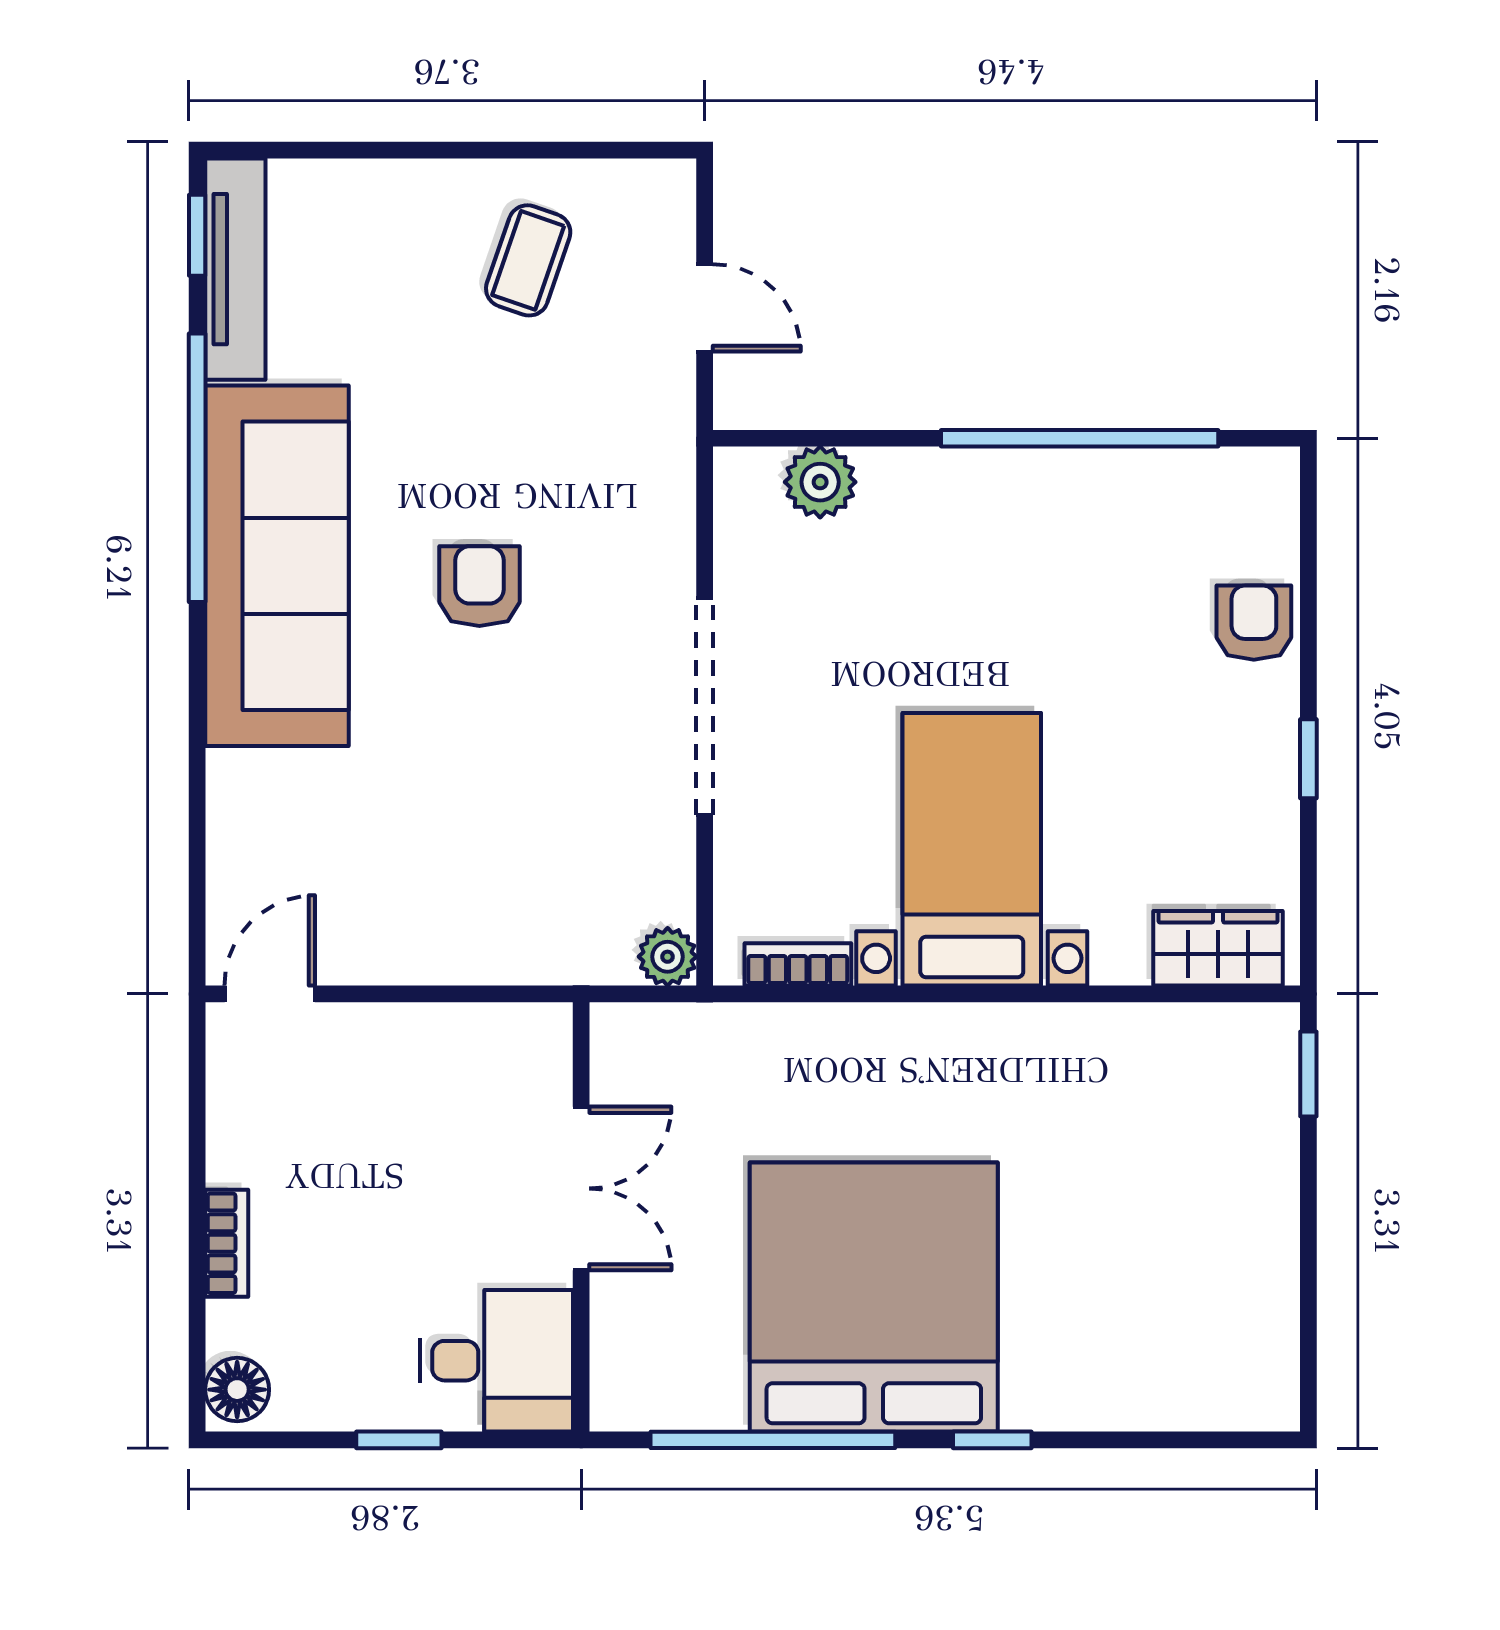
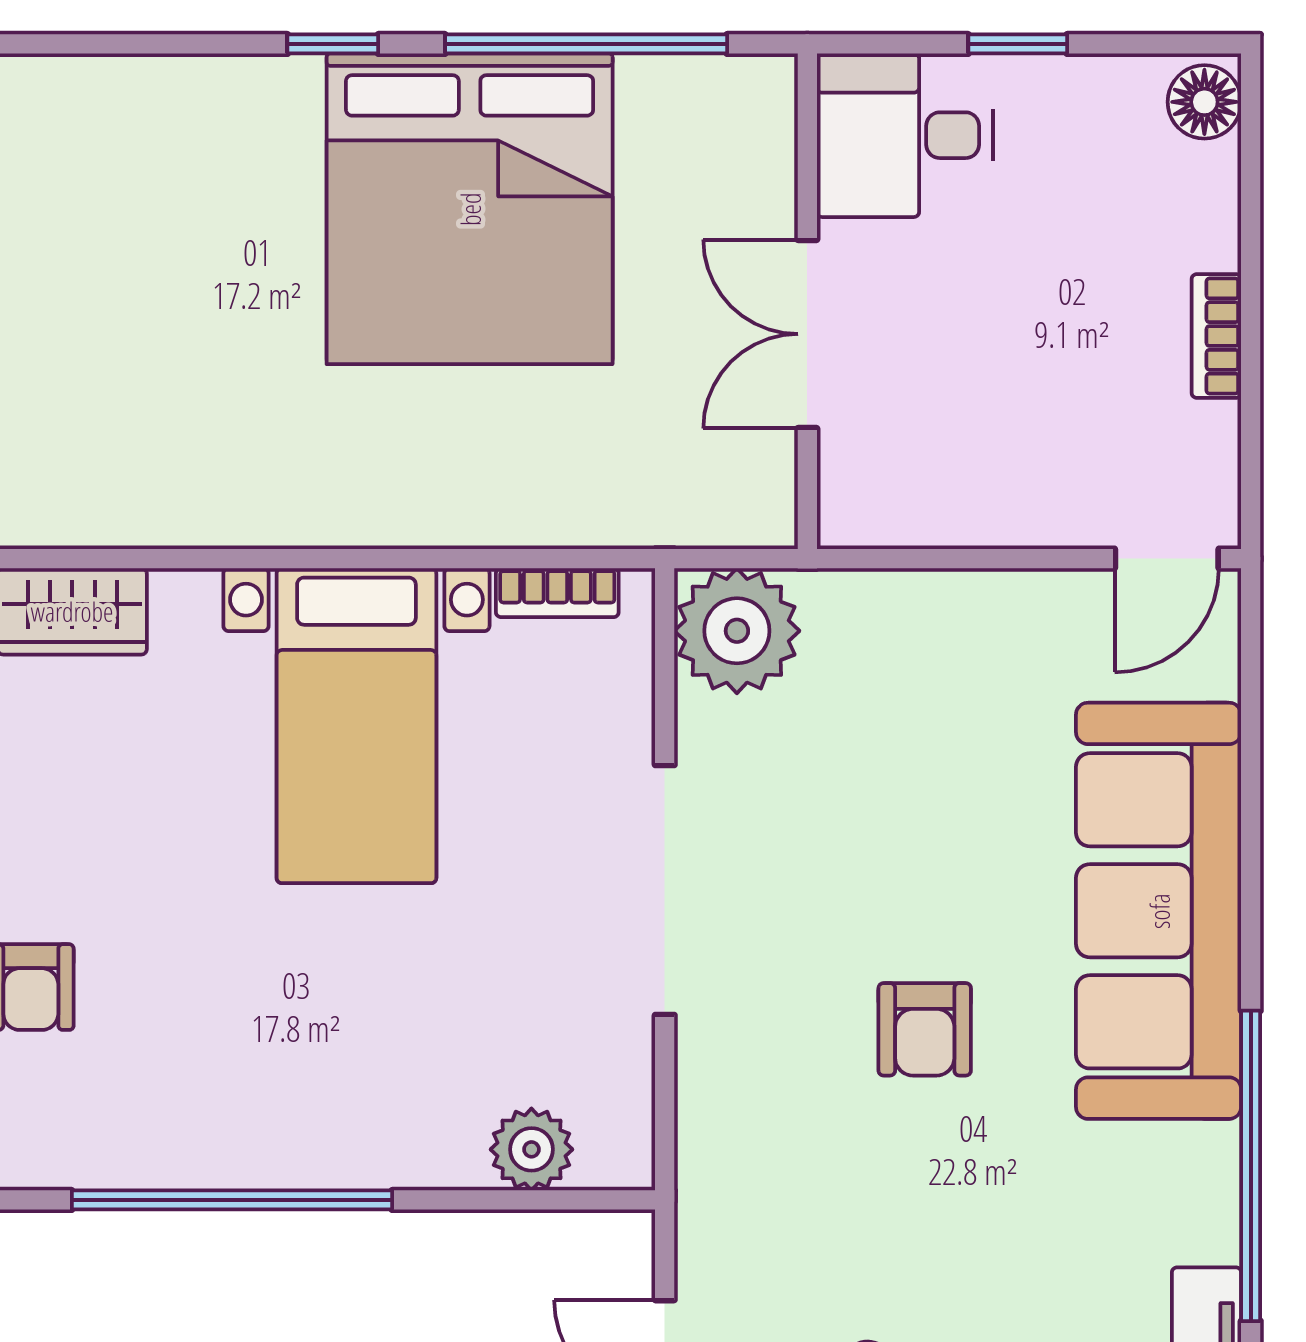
sofa: (277, 566) -> (1159, 911), moved
plant: (668, 957) -> (737, 631), width x1.88, depth x1.88
bookcase: (227, 1243) -> (1216, 336), moved

